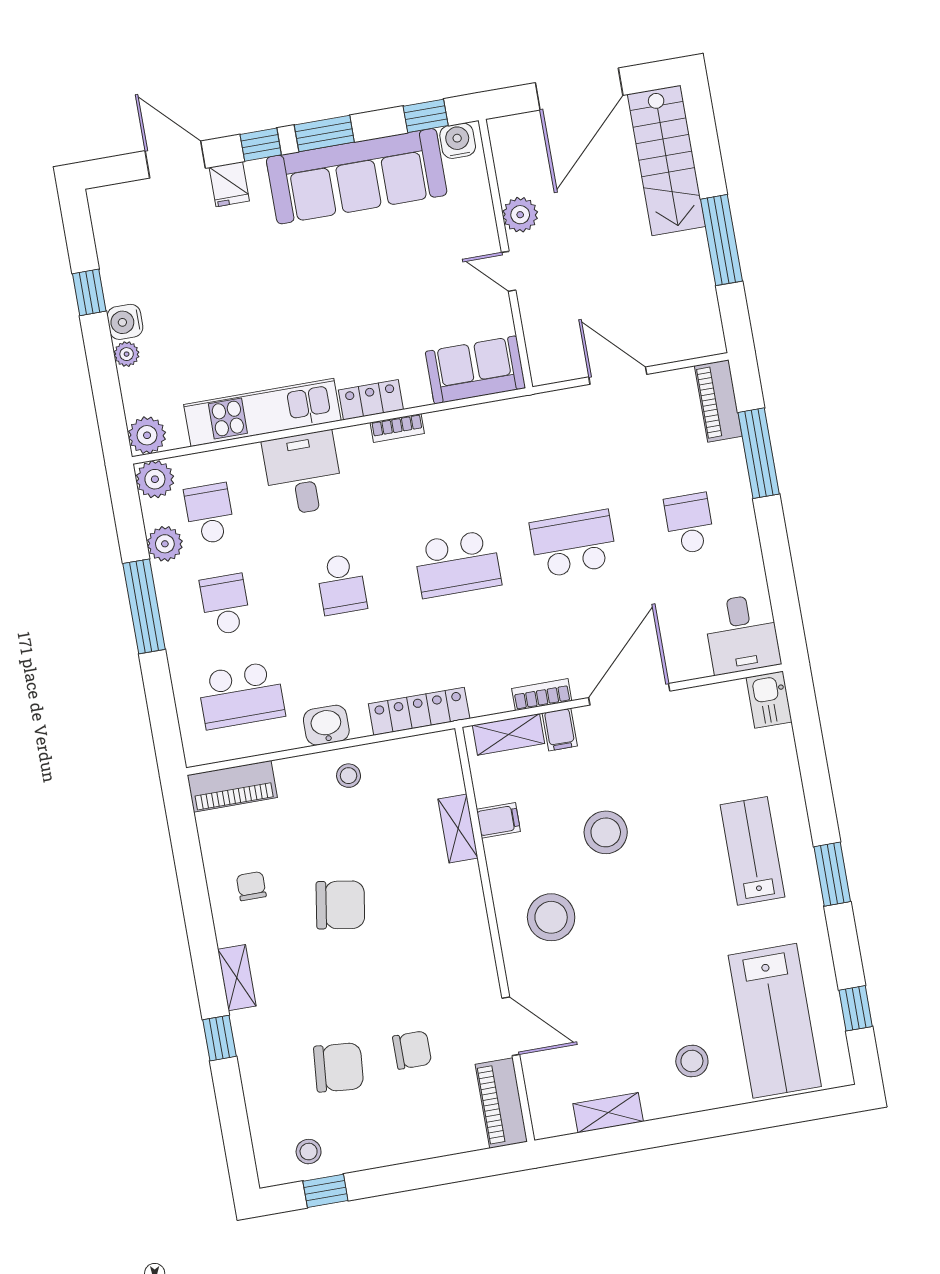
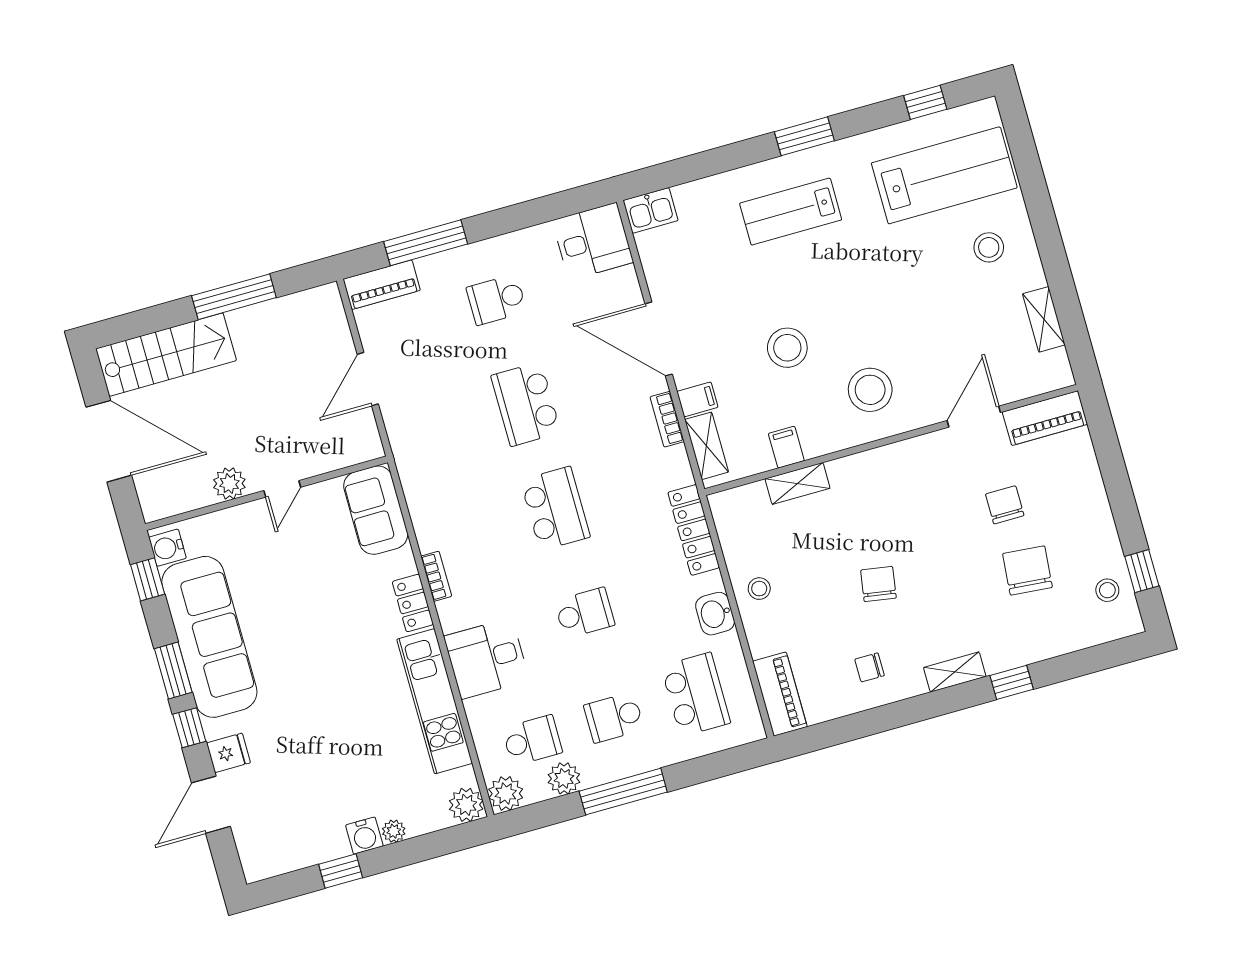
school desk: (209, 514) -> (532, 740), turned 180
chair: (340, 905) -> (878, 584), width x0.73, depth x0.73

